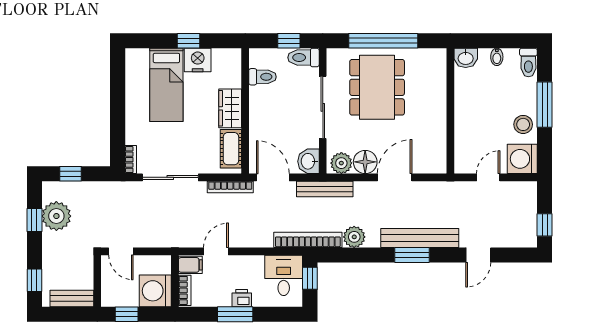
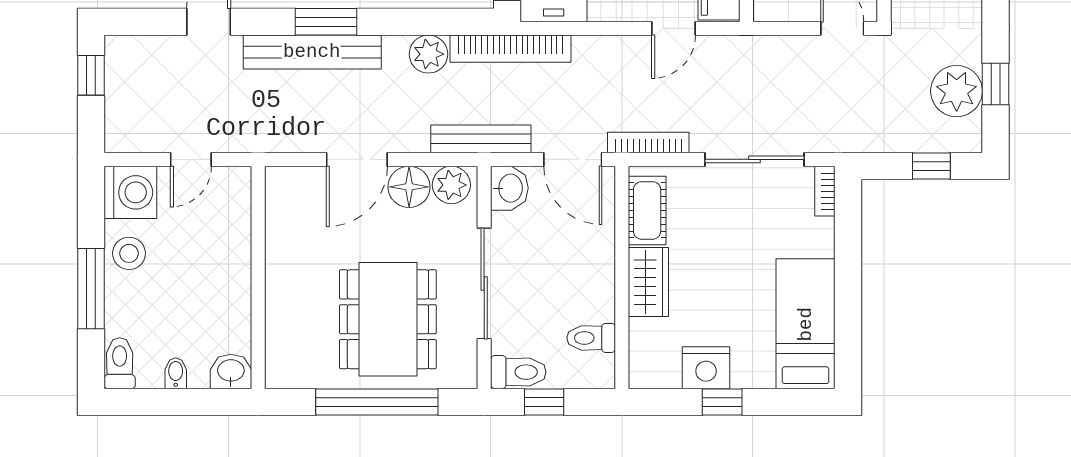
bed: (166, 85) -> (806, 324), moved

